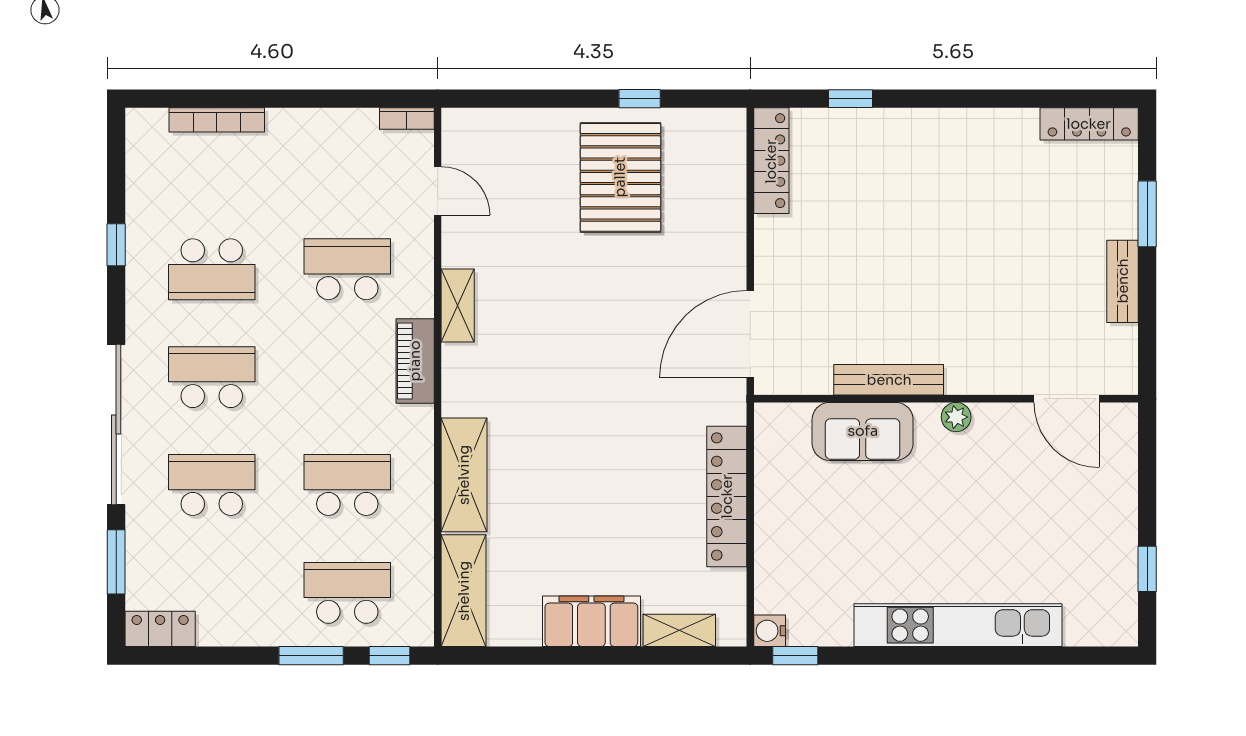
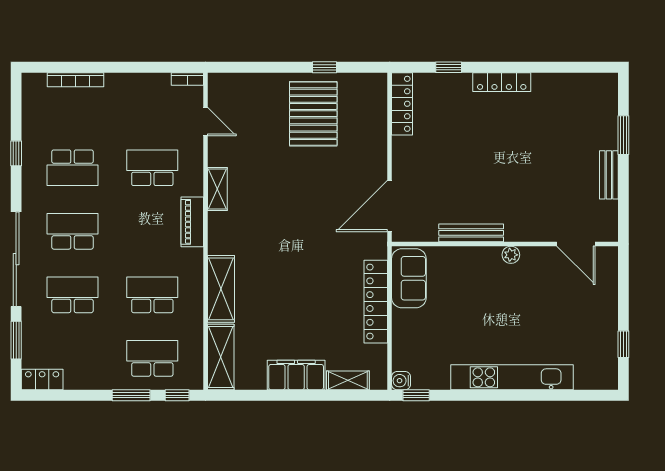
locker: (1089, 124) -> (502, 82), moved
sofa: (863, 431) -> (409, 278), moved, turned -90

